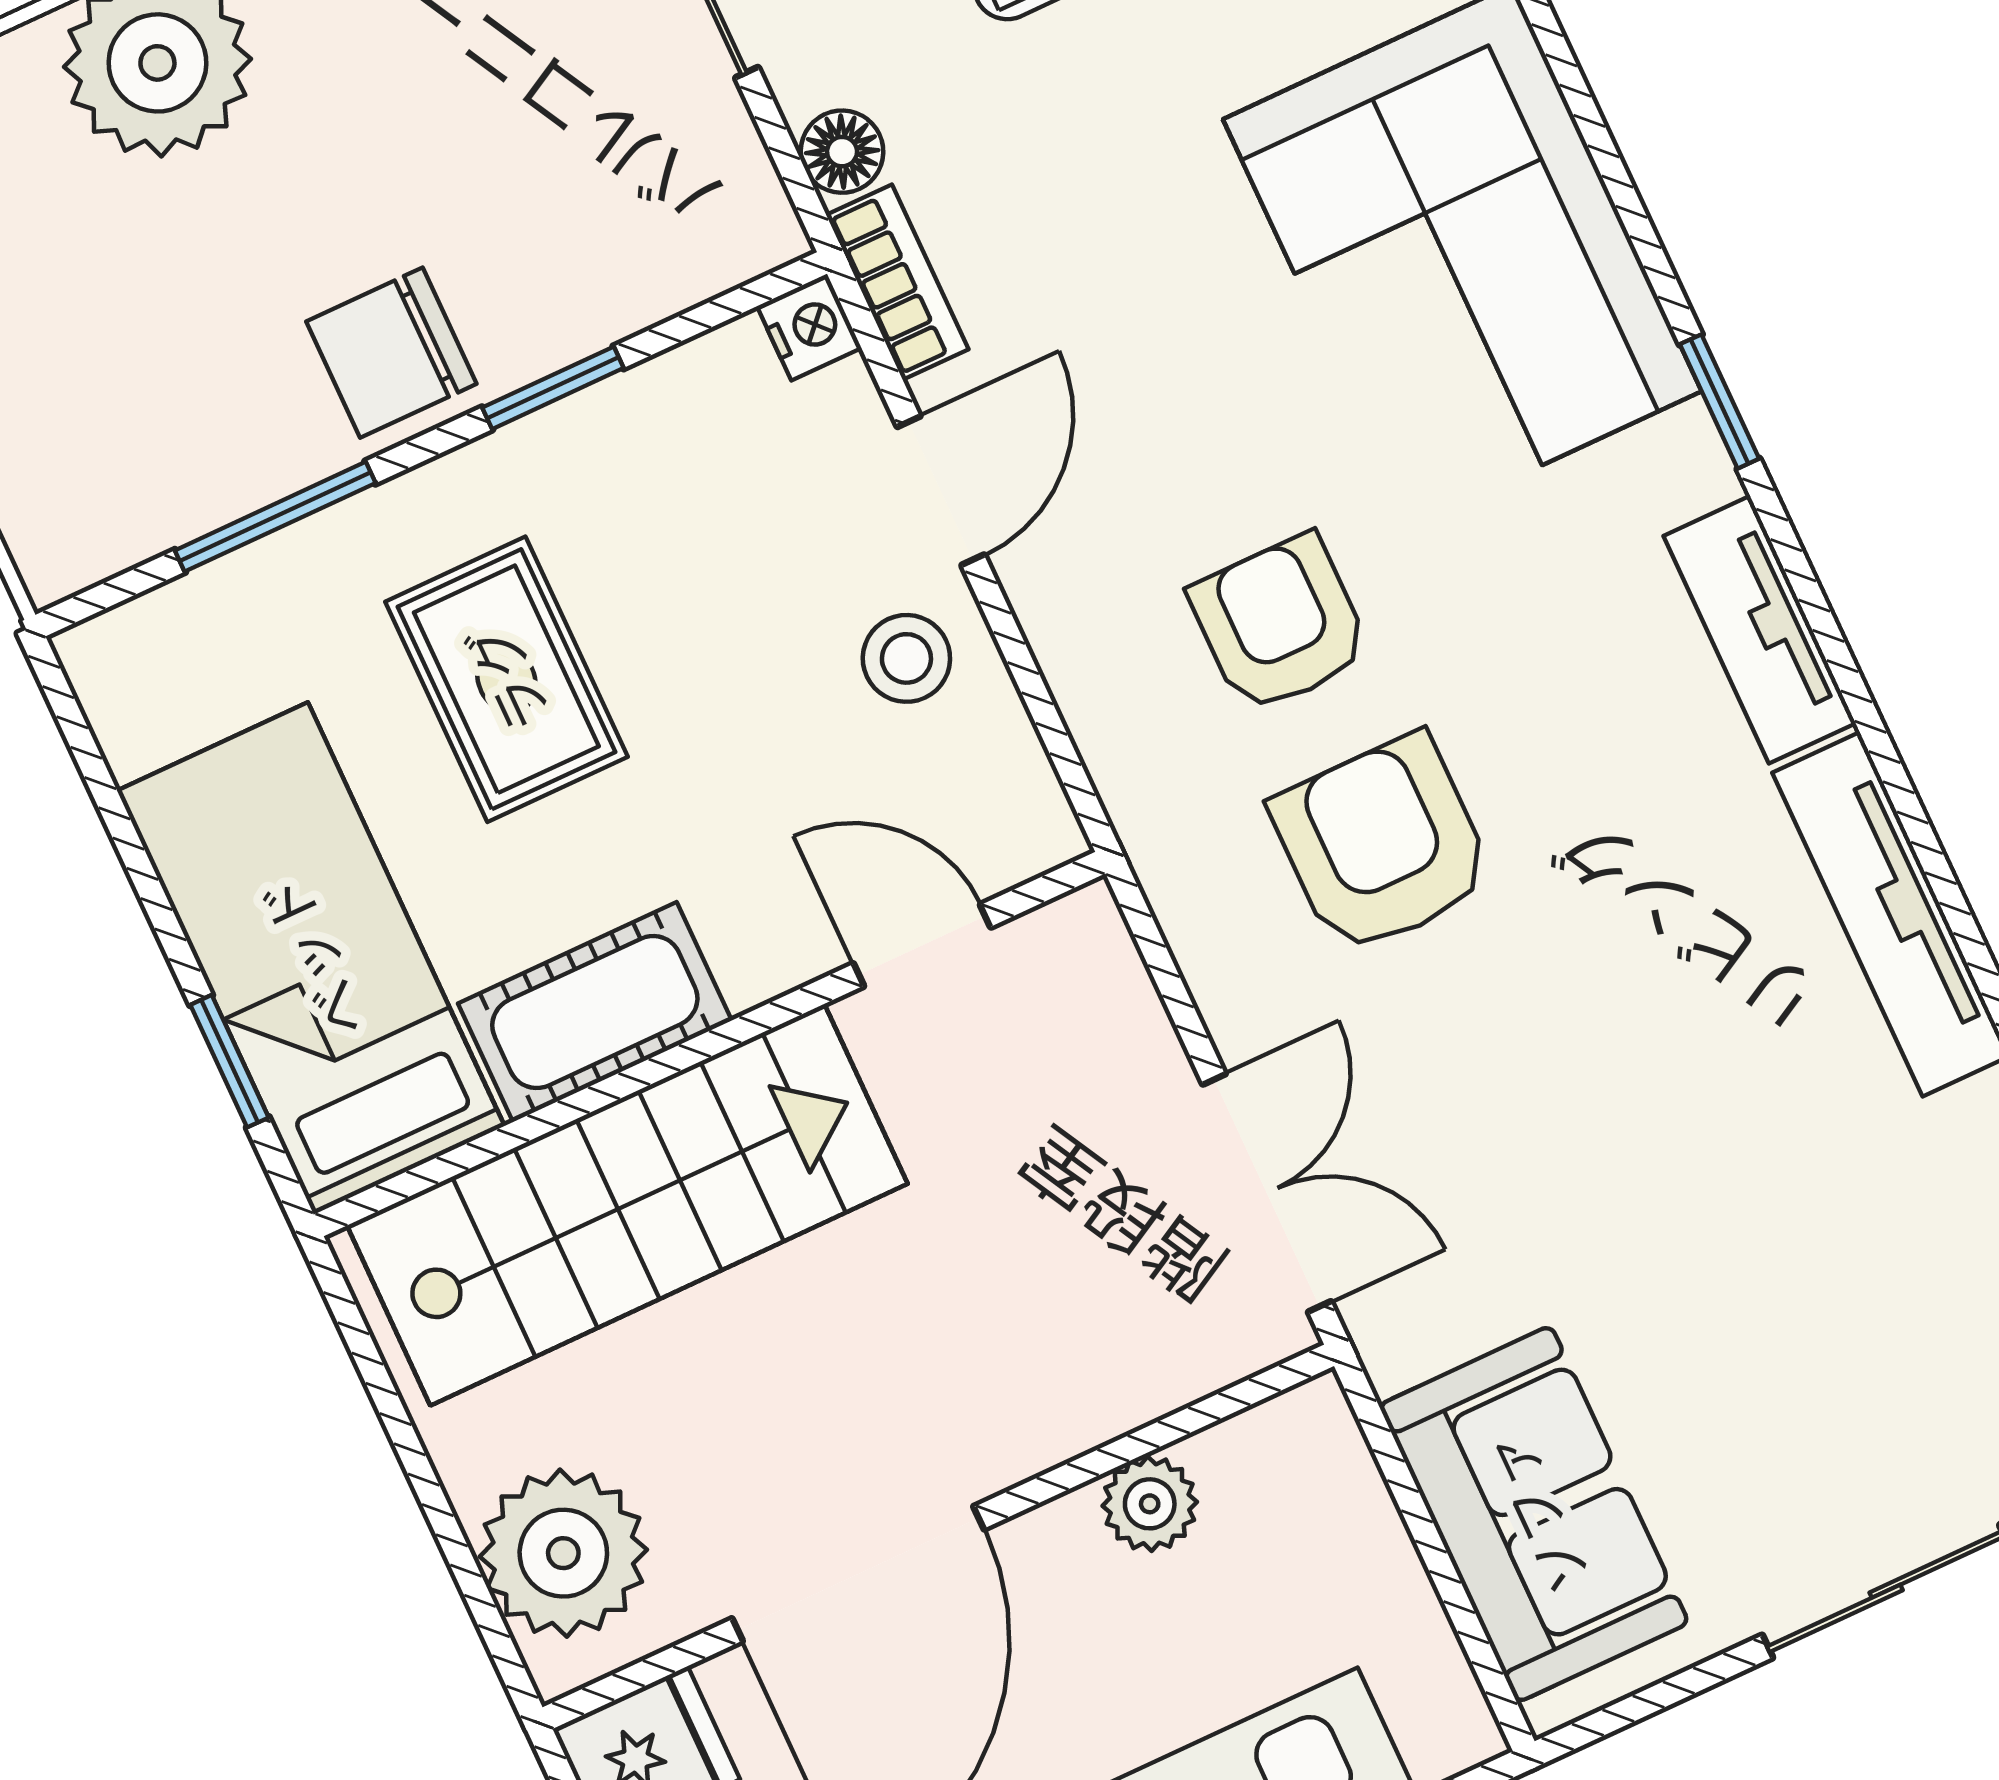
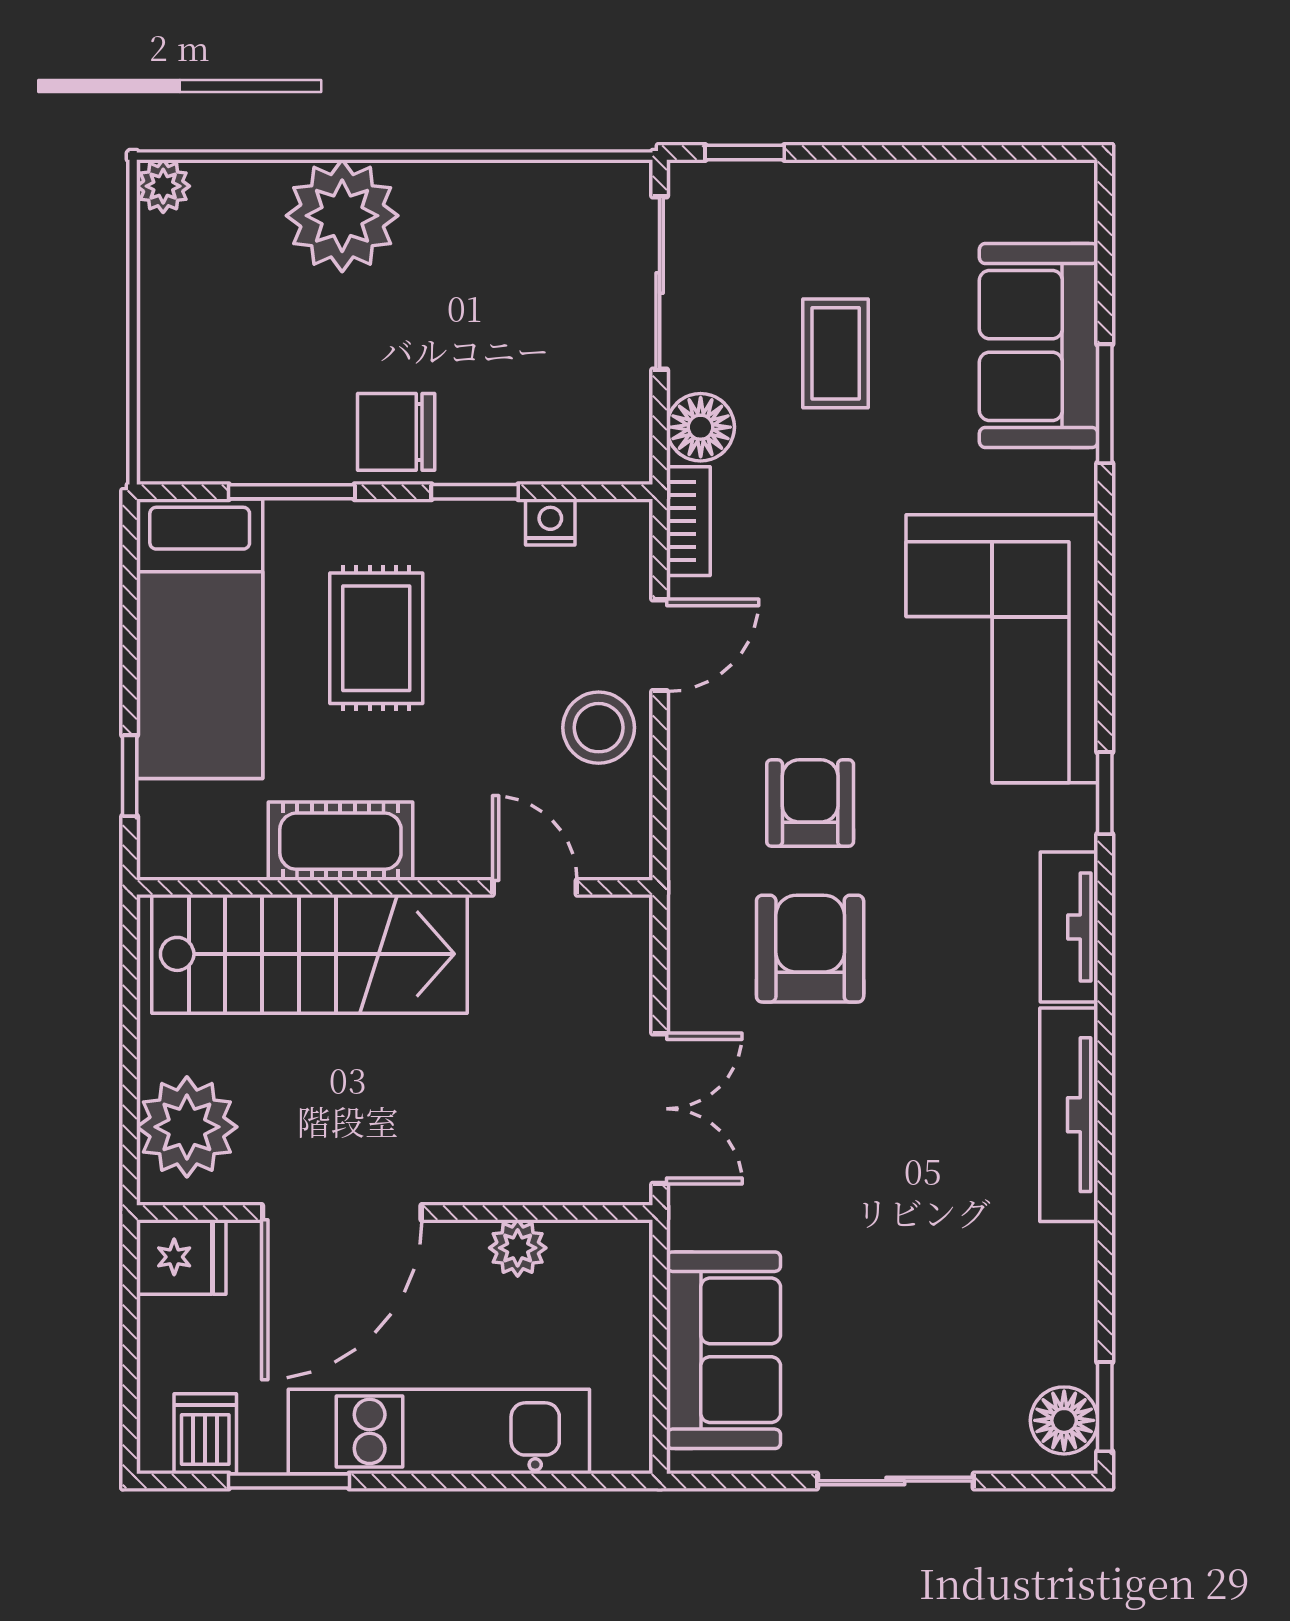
floor lamp: (842, 152) -> (701, 427), width x1.37, depth x1.37
nightstand: (809, 327) -> (550, 522), moved, turned -90
stool: (906, 658) -> (599, 728), width x1.37, depth x1.37
bed: (311, 958) -> (200, 639), moved, turned 180

